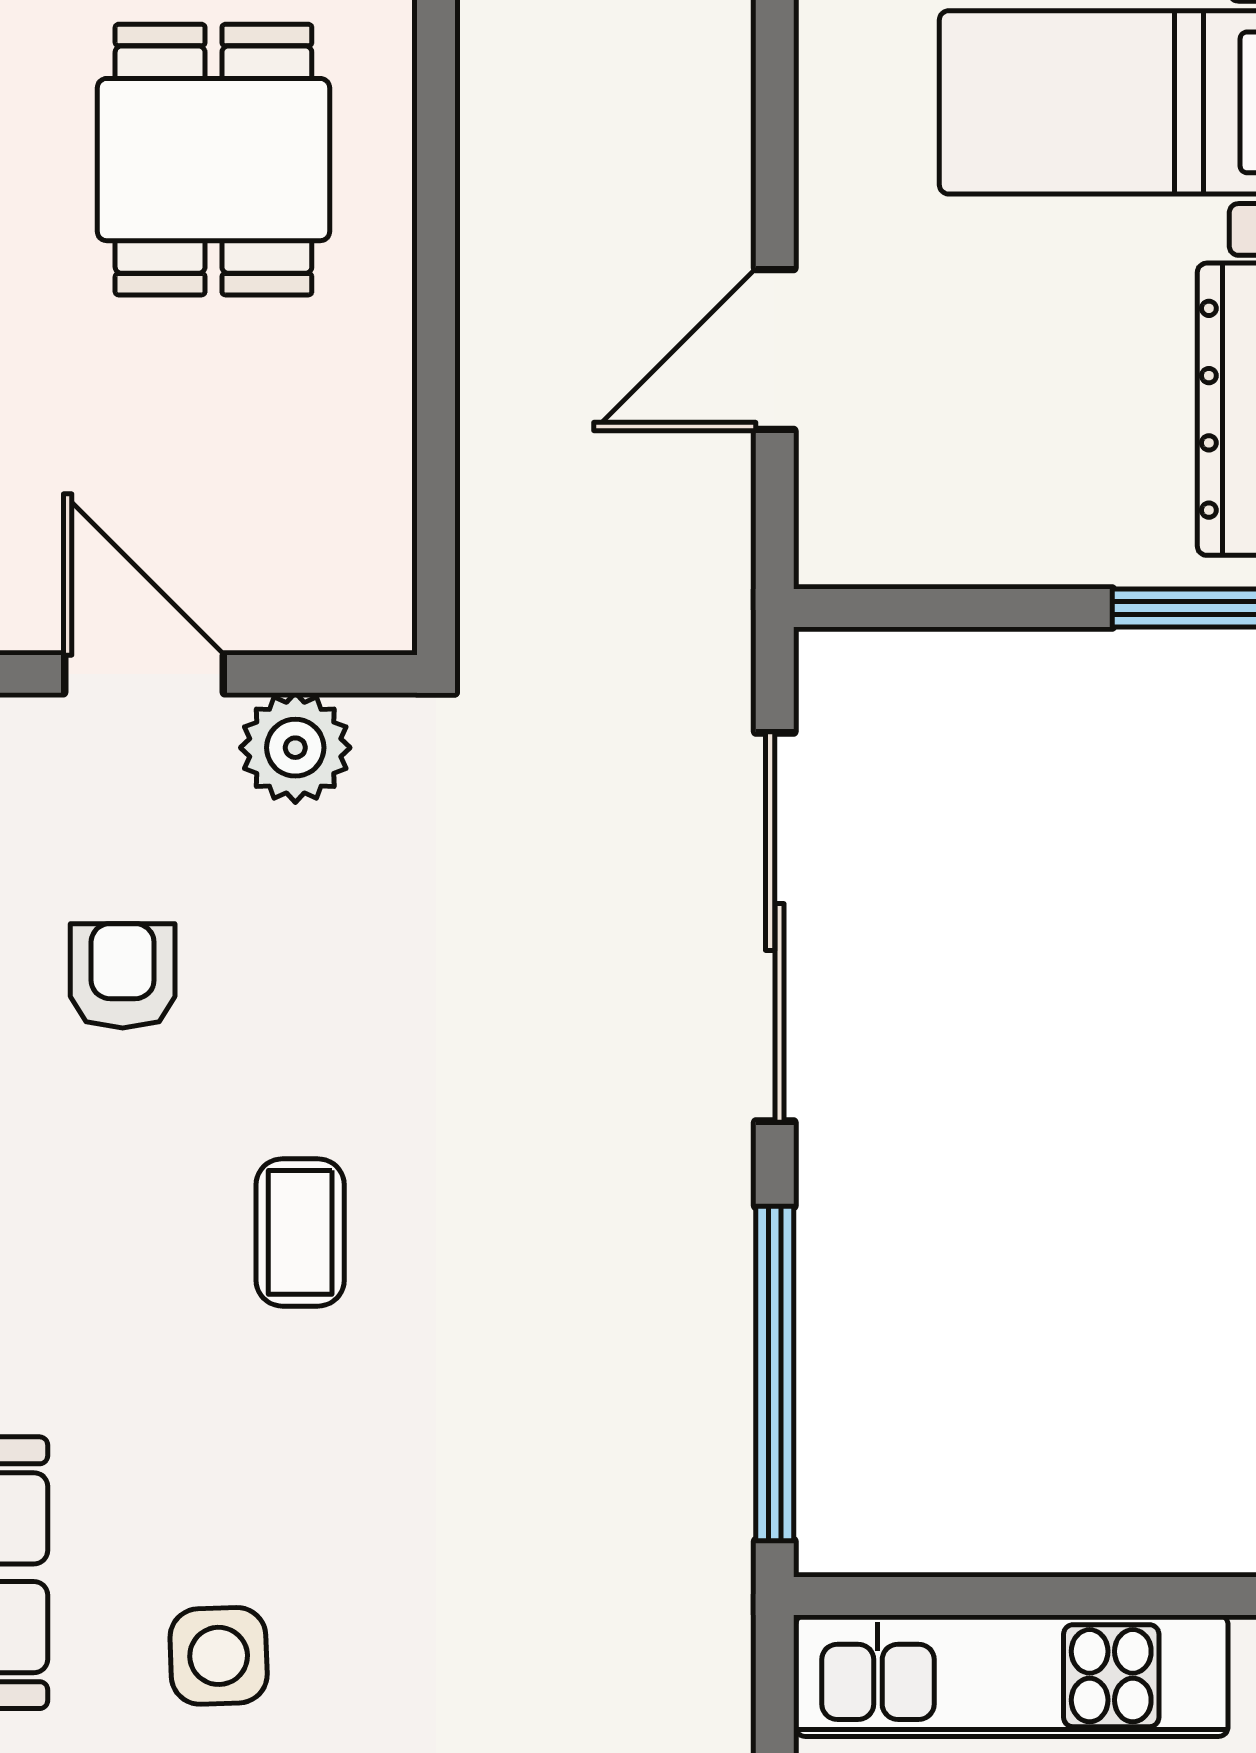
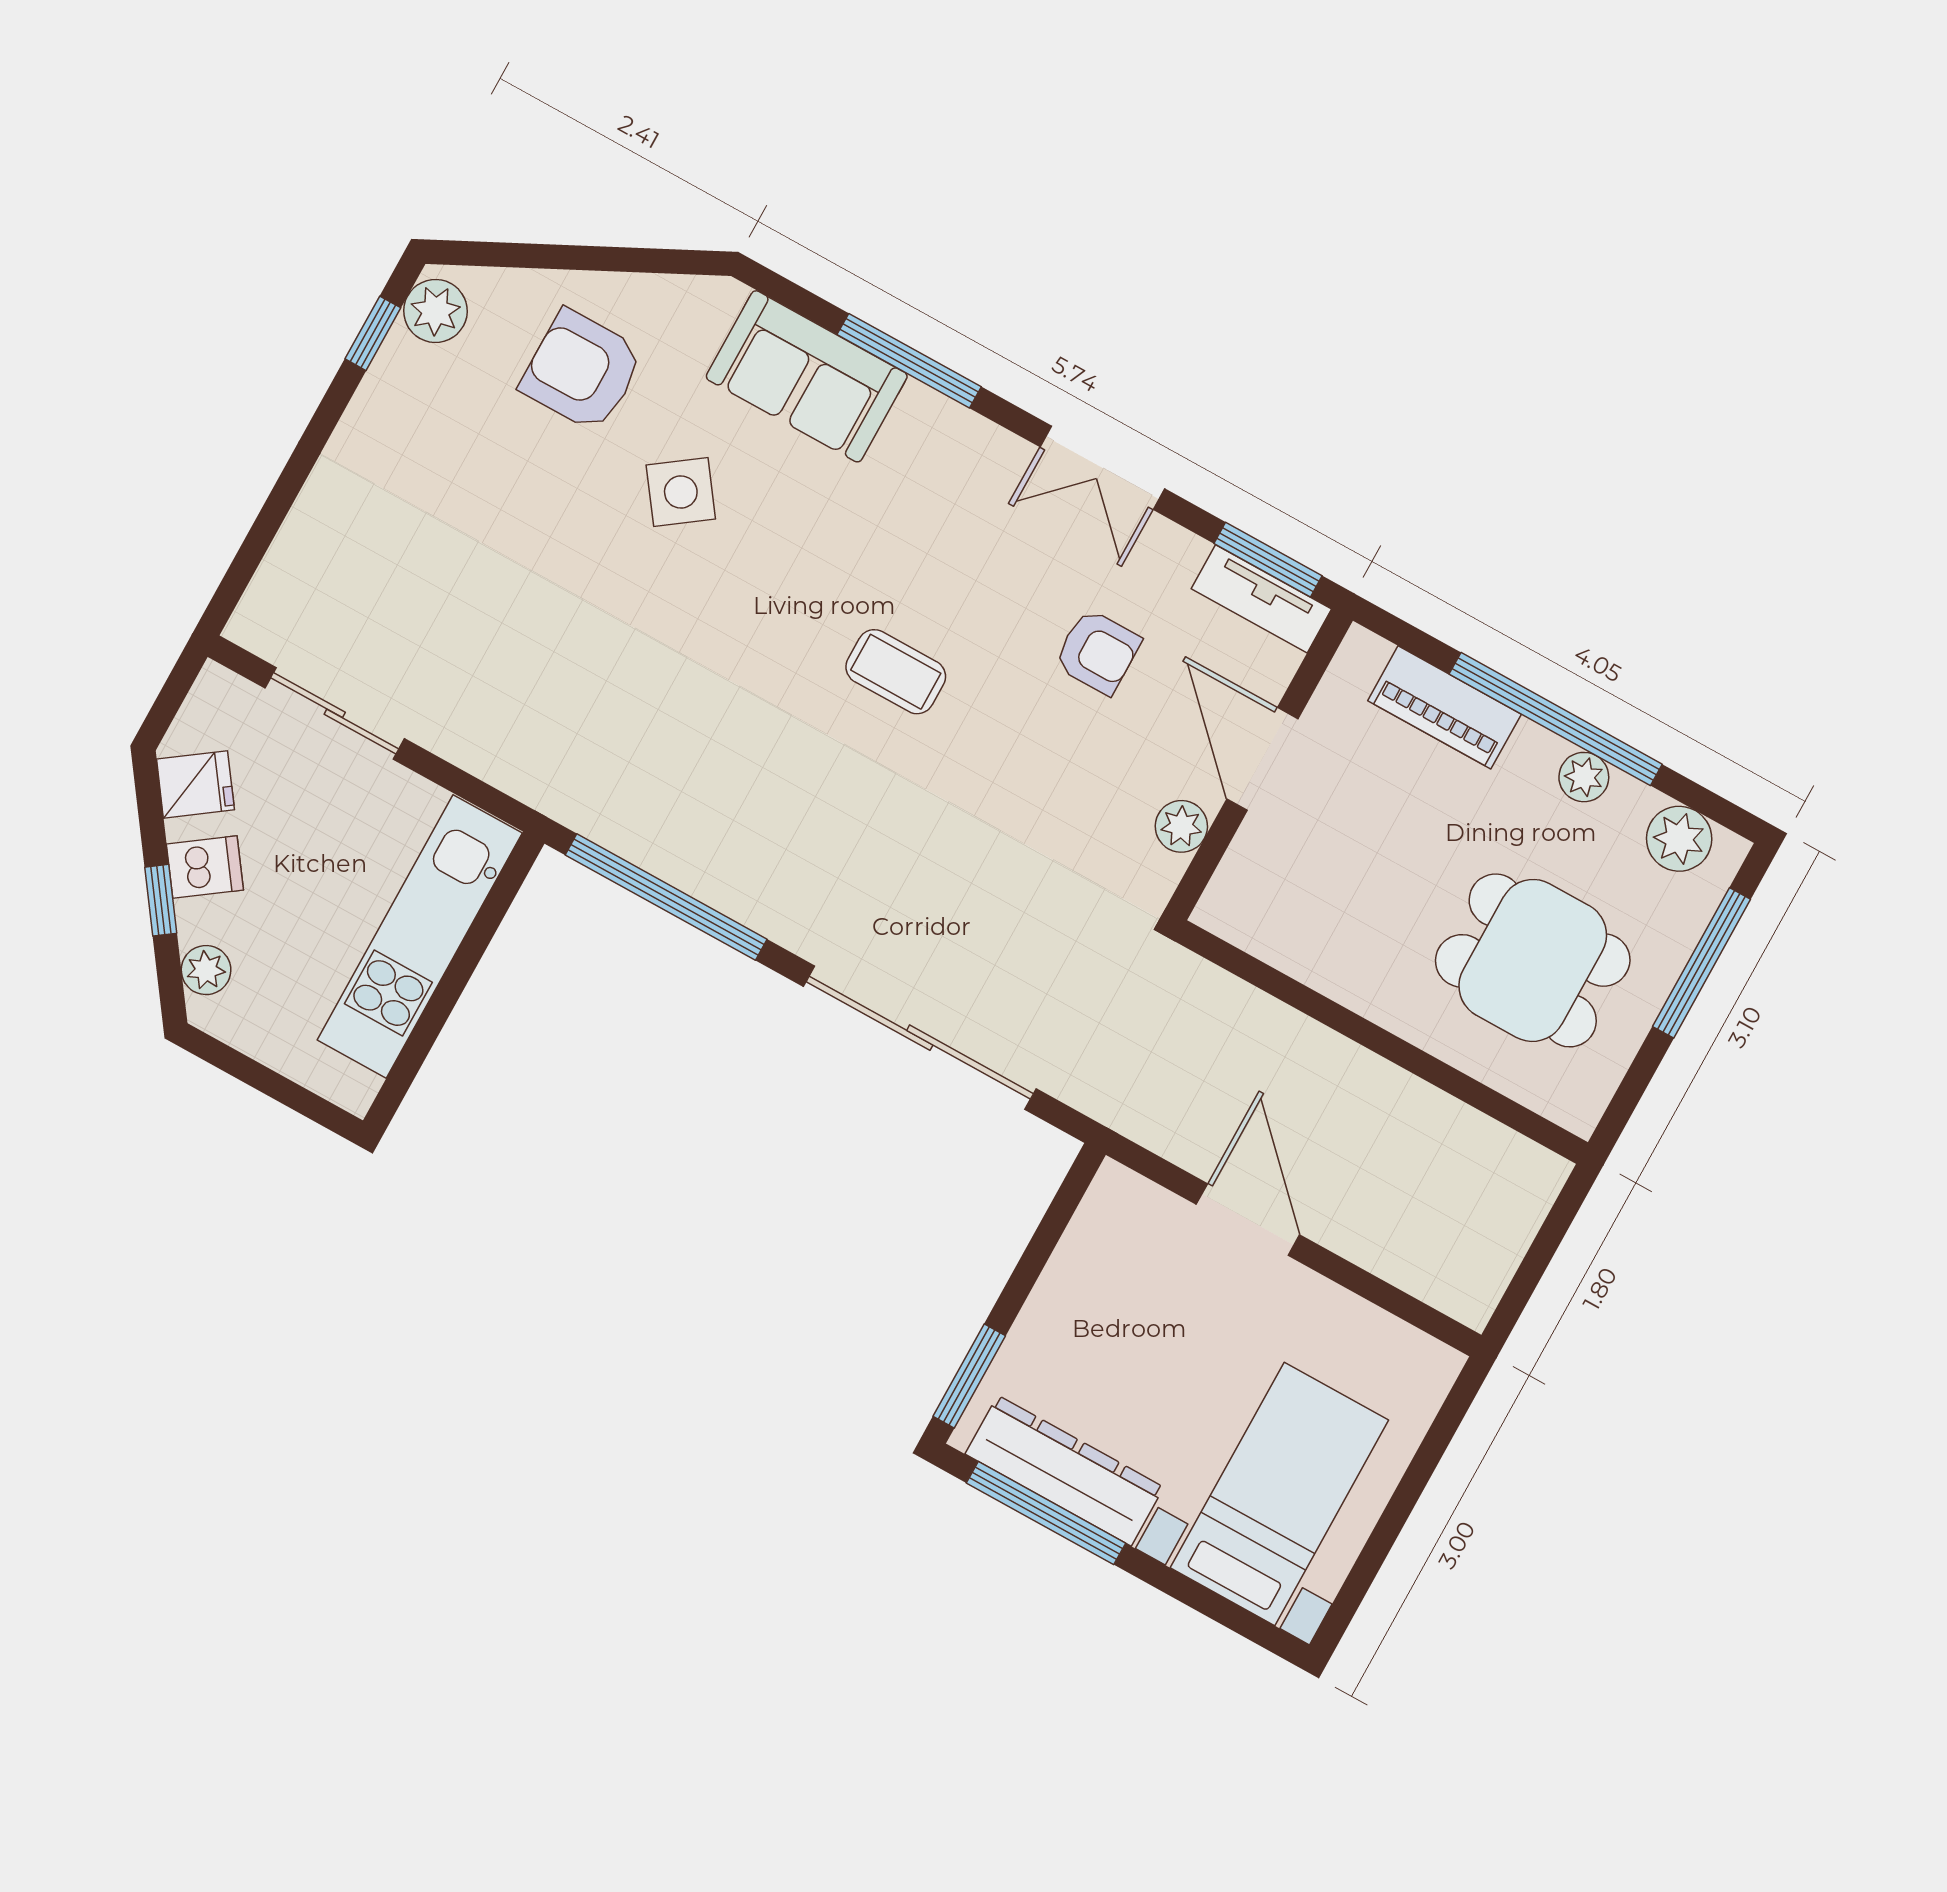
door: (144, 674) -> (1262, 759), swing flipped
plant: (295, 748) -> (1181, 826), width x0.73, depth x0.73
side table: (219, 1656) -> (681, 492), turned -34

